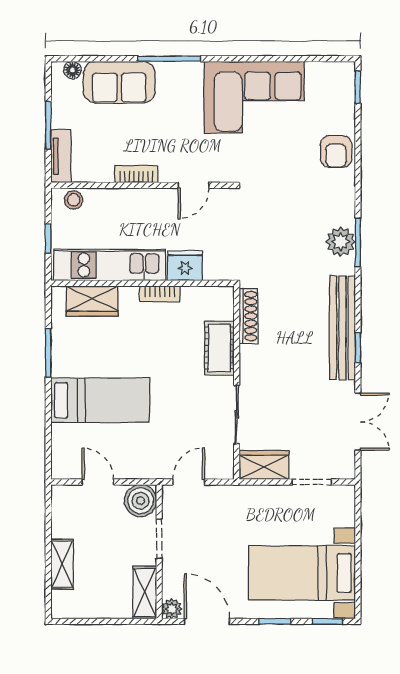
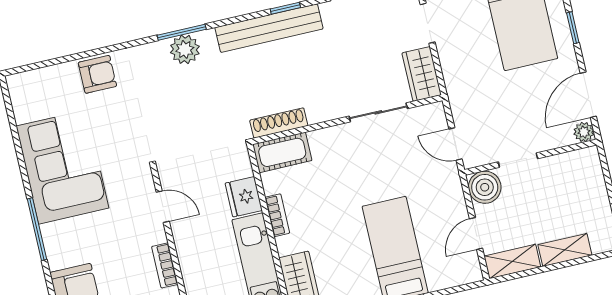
window: (169, 59) -> (37, 229), moved
window: (358, 87) -> (29, 68), removed
cot: (219, 348) -> (282, 152), moved
shelving: (145, 593) -> (512, 261), moved

